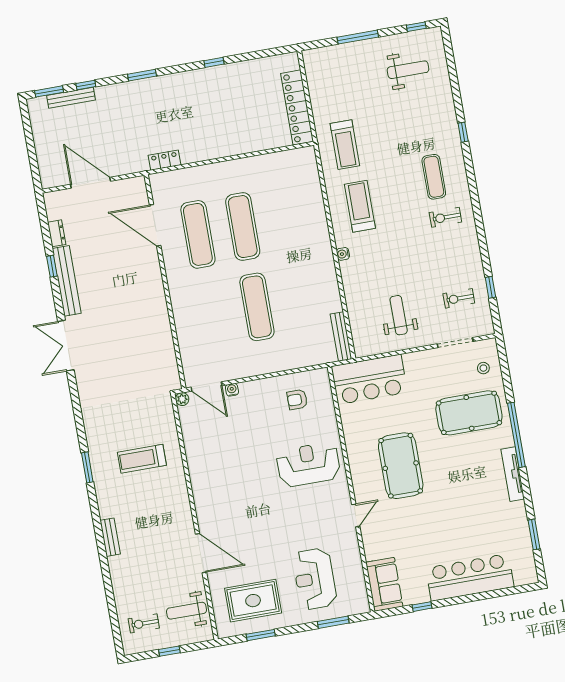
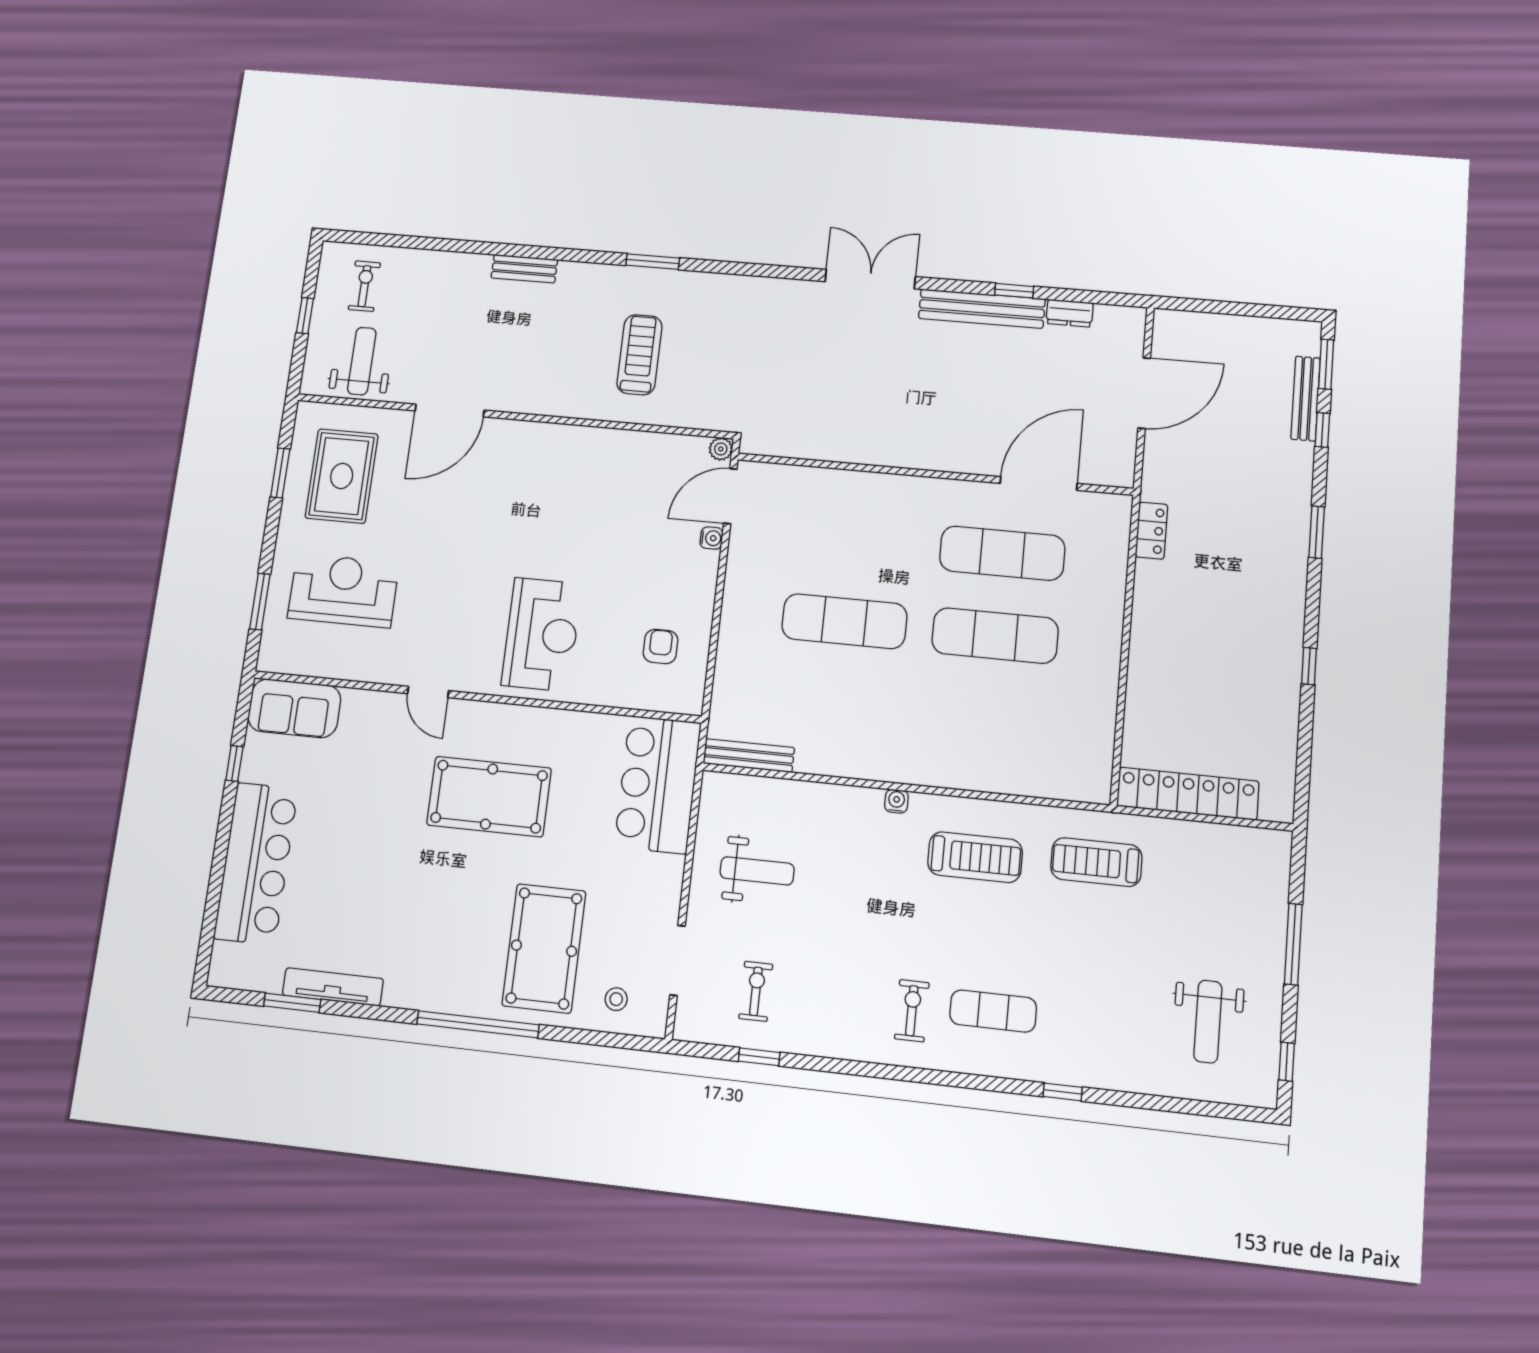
tv unit: (513, 474) -> (333, 987), moved

